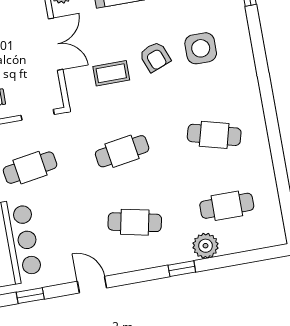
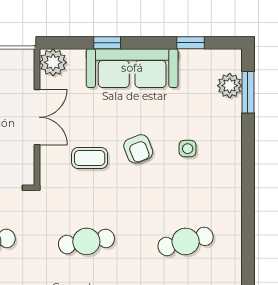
side table: (201, 48) -> (188, 149), width x0.54, depth x0.54
cafe table: (214, 135) -> (186, 241), turned -30

